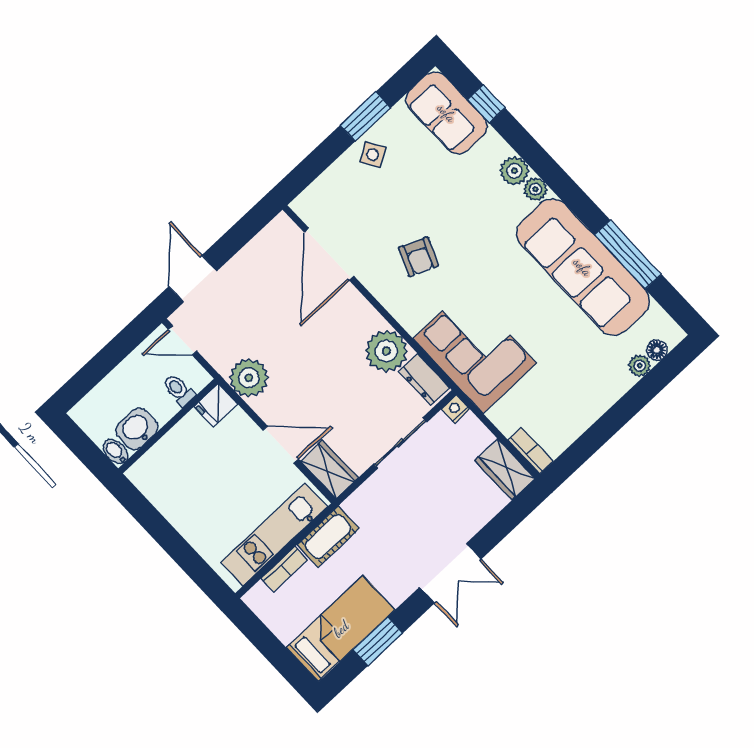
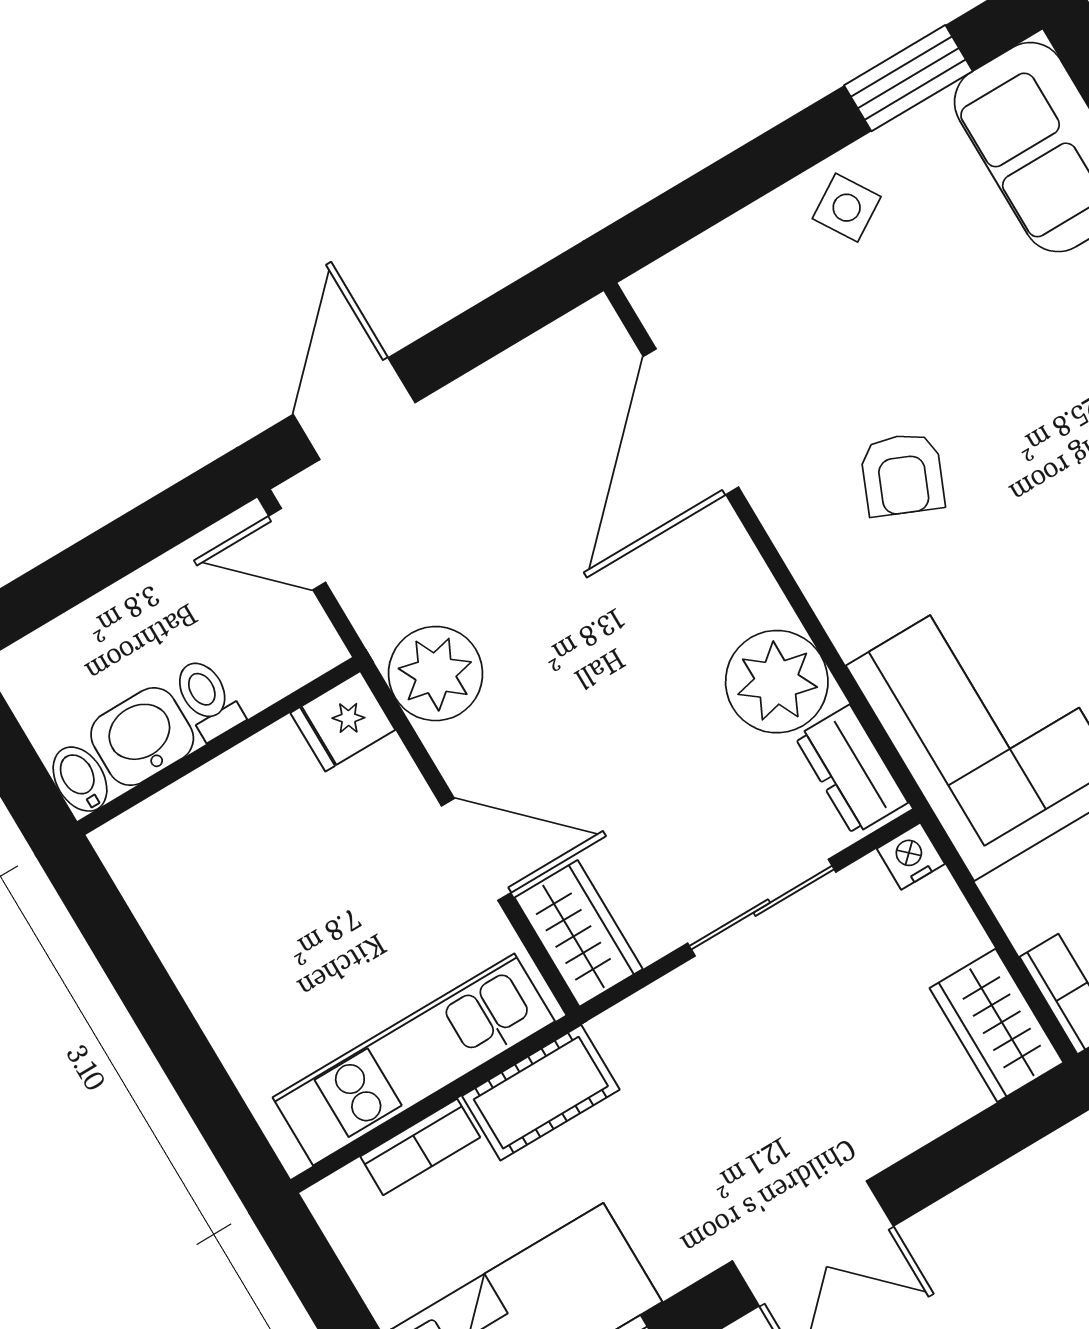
window: (365, 117) -> (908, 78), moved
toilet: (179, 390) -> (207, 699), moved

